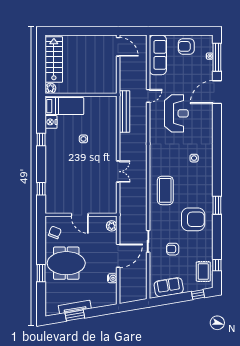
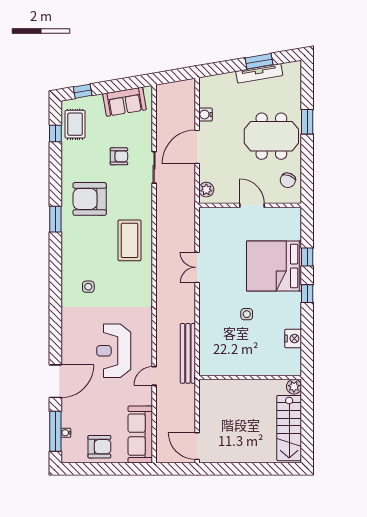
bed: (64, 106) -> (274, 266), moved, width x2.04
window: (41, 139) -> (307, 294), moved
window: (41, 189) -> (307, 257), moved

